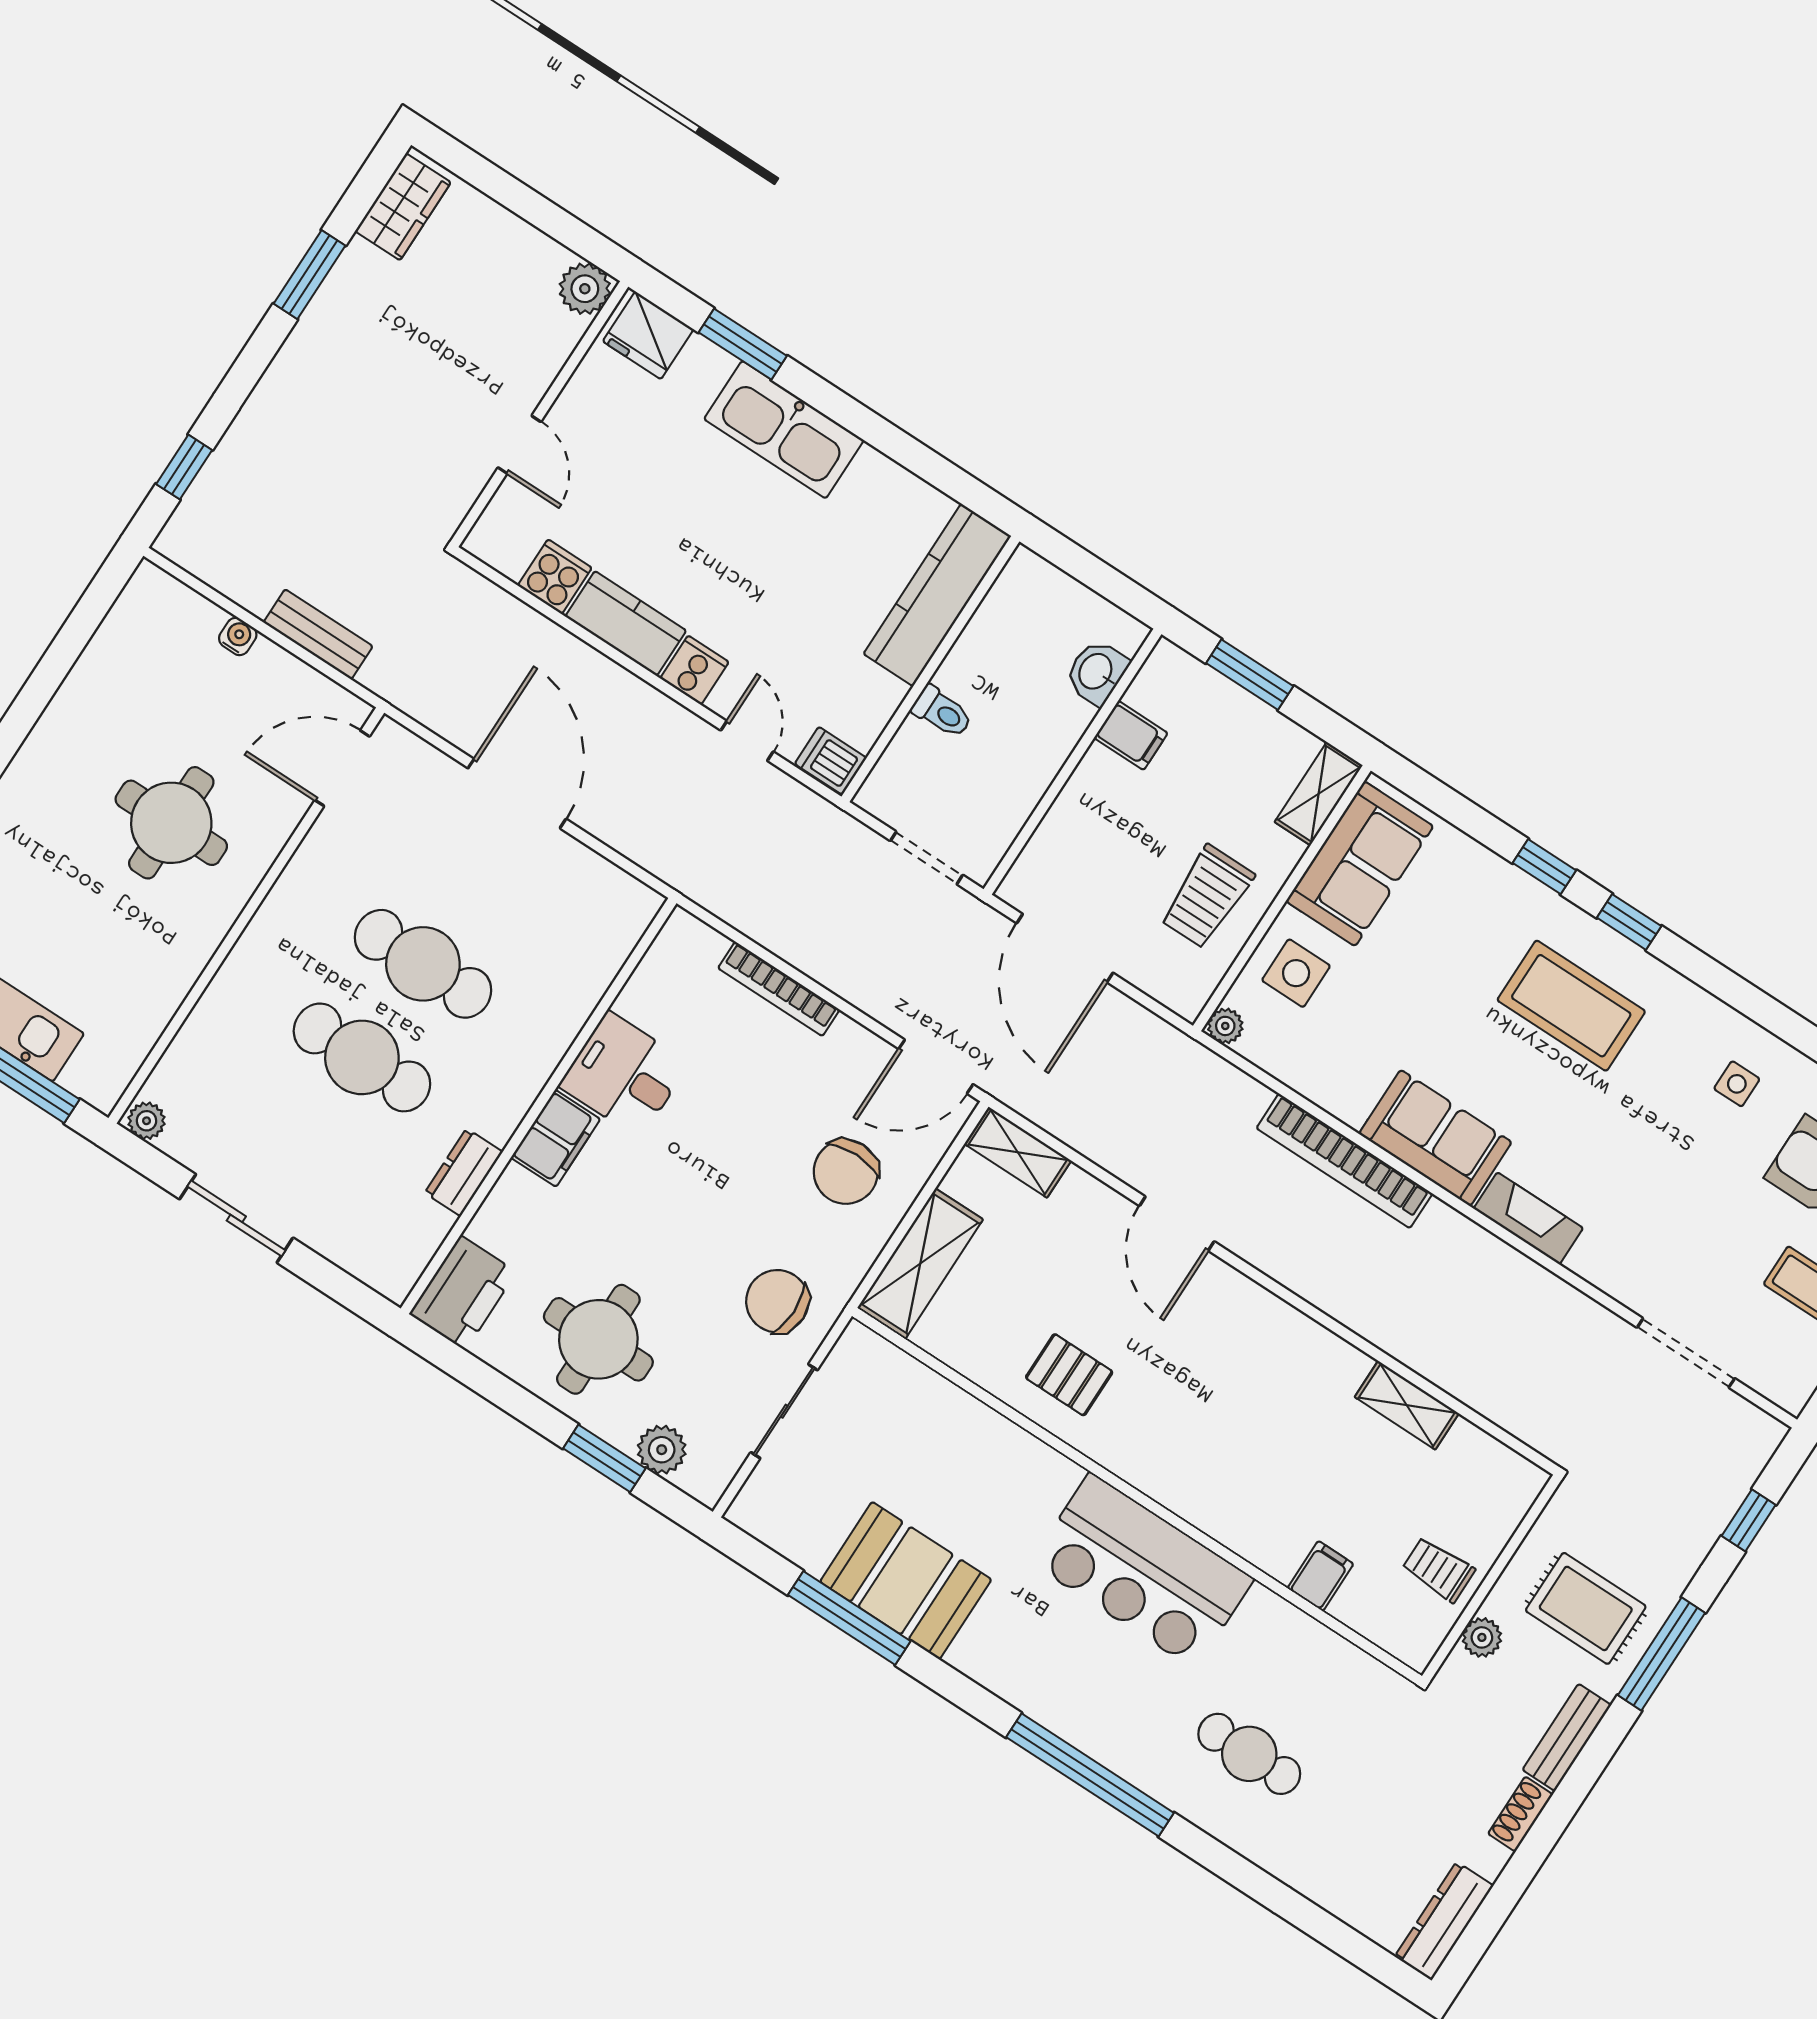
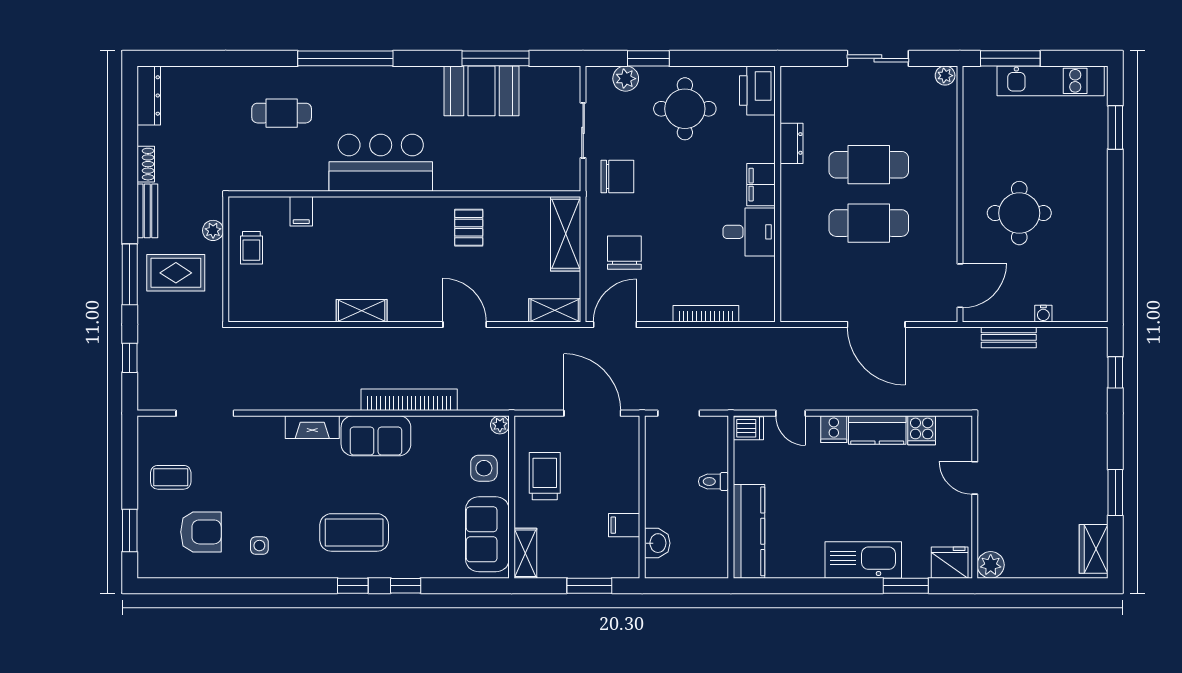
pallet: (1069, 1375) -> (469, 228), turned 90
shelving: (1407, 1405) -> (362, 311), moved
trolley: (1438, 1569) -> (251, 248), turned 90

